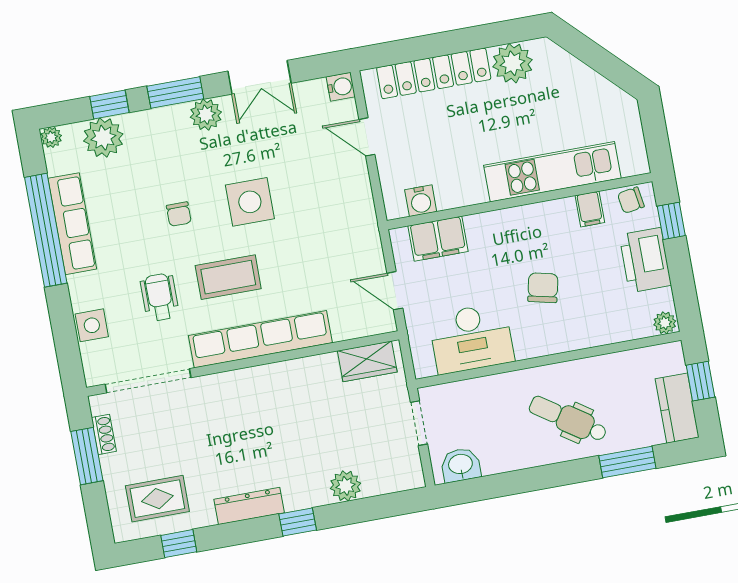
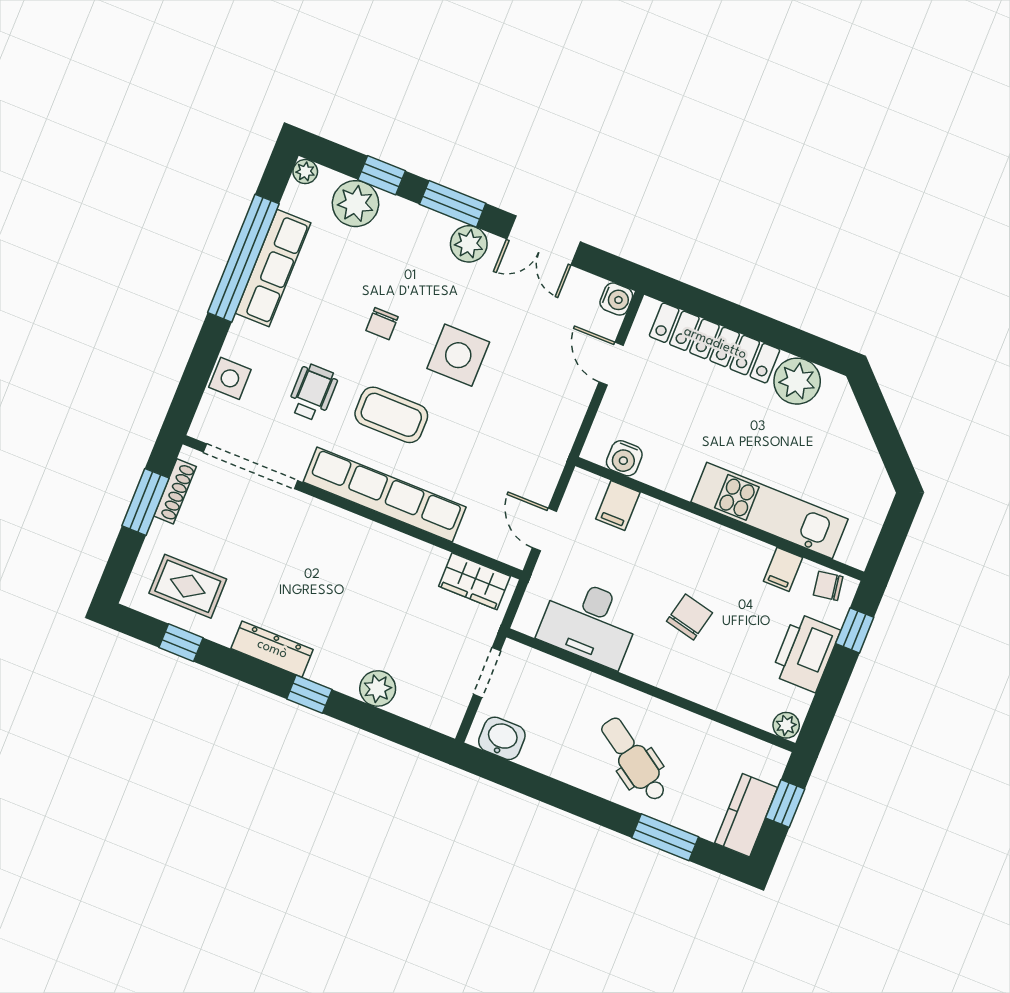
filing cabinet: (438, 239) -> (618, 506), width x0.50
shoe rack: (104, 434) -> (175, 491), width x1.43

